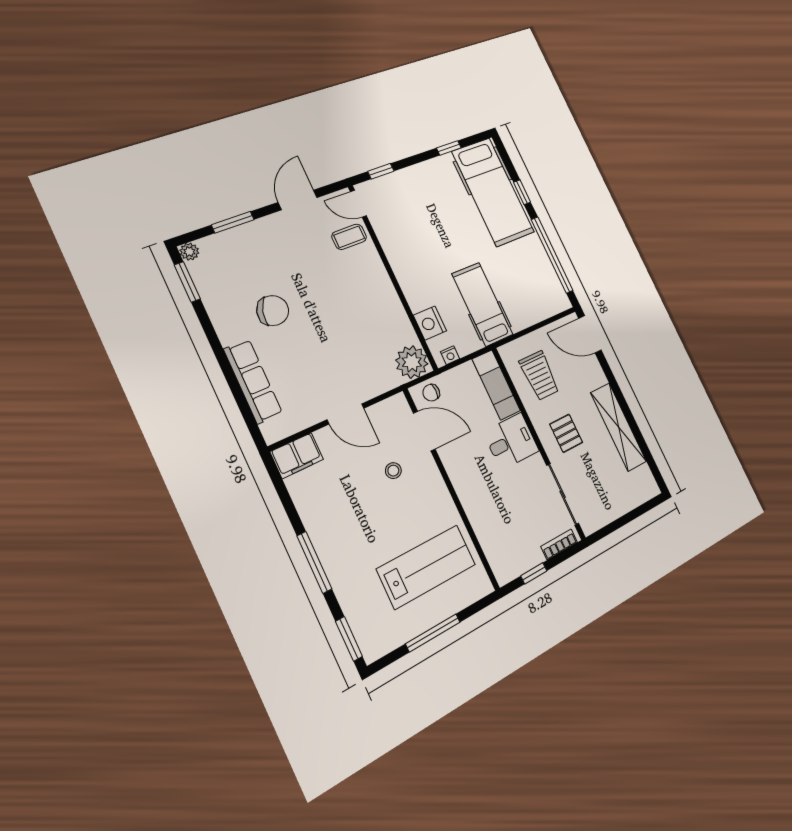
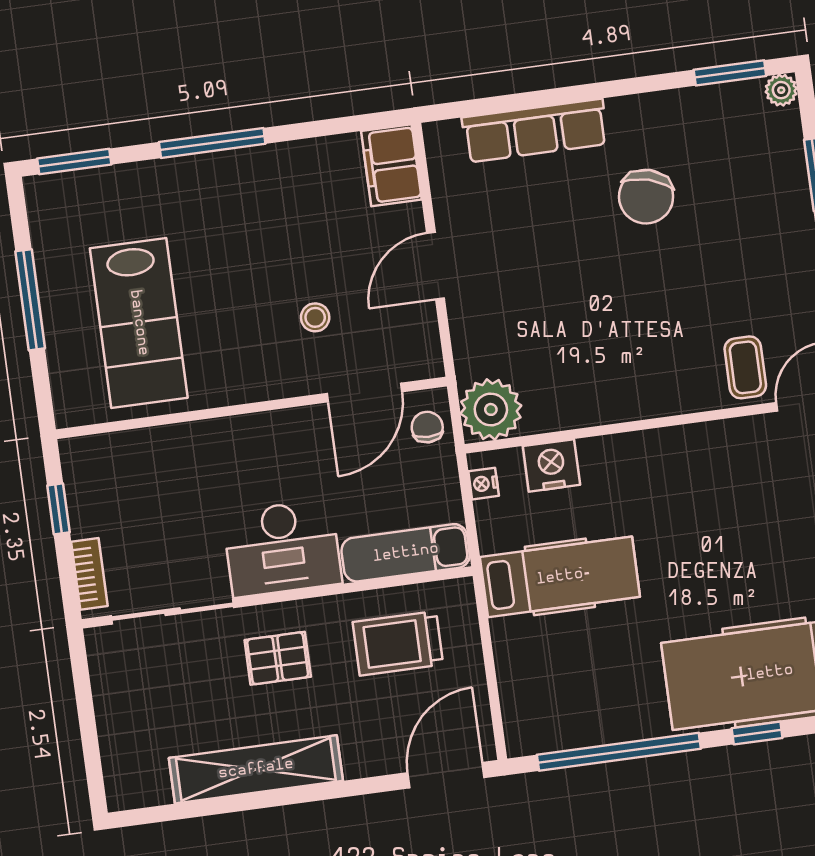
desk: (511, 441) -> (282, 548), width x1.37

